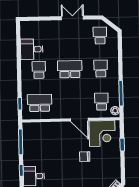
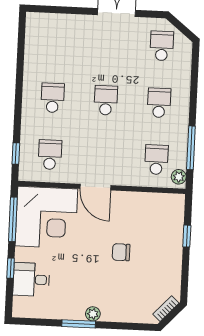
desk: (32, 49) -> (43, 61), removed
school desk: (70, 69) -> (106, 100), width x0.54
school desk: (40, 103) -> (50, 155), width x0.54
door: (79, 120) -> (95, 187), moved
corner desk: (102, 133) -> (46, 217), moved, width x1.36, depth x1.36

